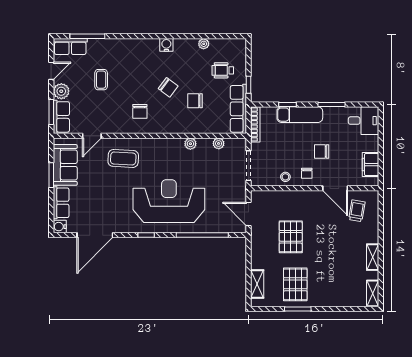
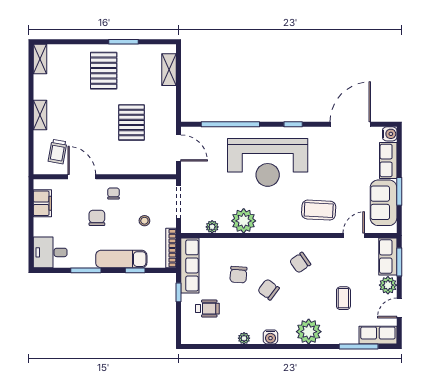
plant: (204, 44) -> (244, 338), moved
plant: (132, 50) -> (309, 332), added
chair: (195, 101) -> (238, 275), turned 94
chair: (140, 111) -> (300, 263), turned -125
plant: (190, 144) -> (244, 221), width x1.87, depth x1.87
chair: (322, 151) -> (97, 218), turned -90
stool: (285, 177) -> (144, 221), moved
shelving: (373, 257) -> (40, 115), moved
pallet: (295, 284) -> (104, 71), moved

